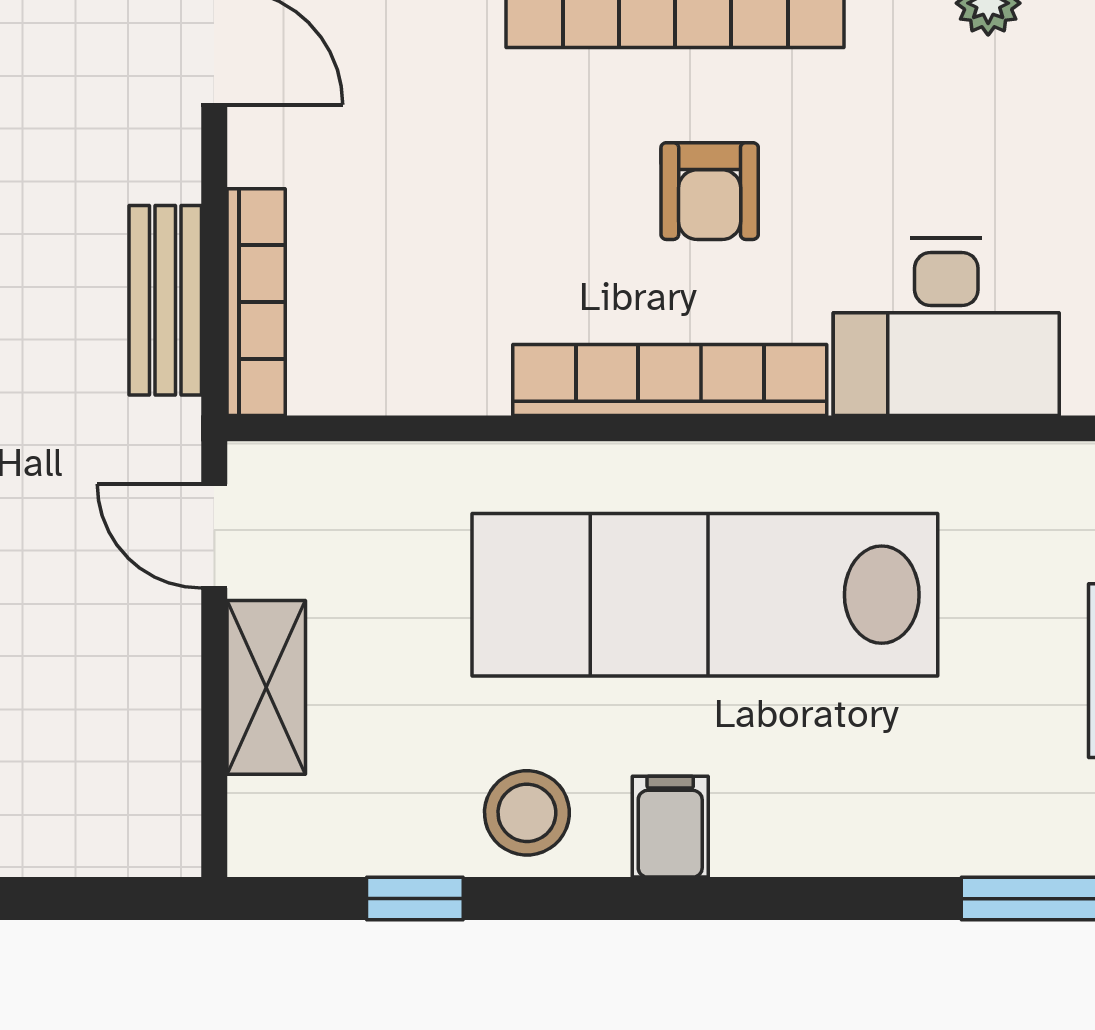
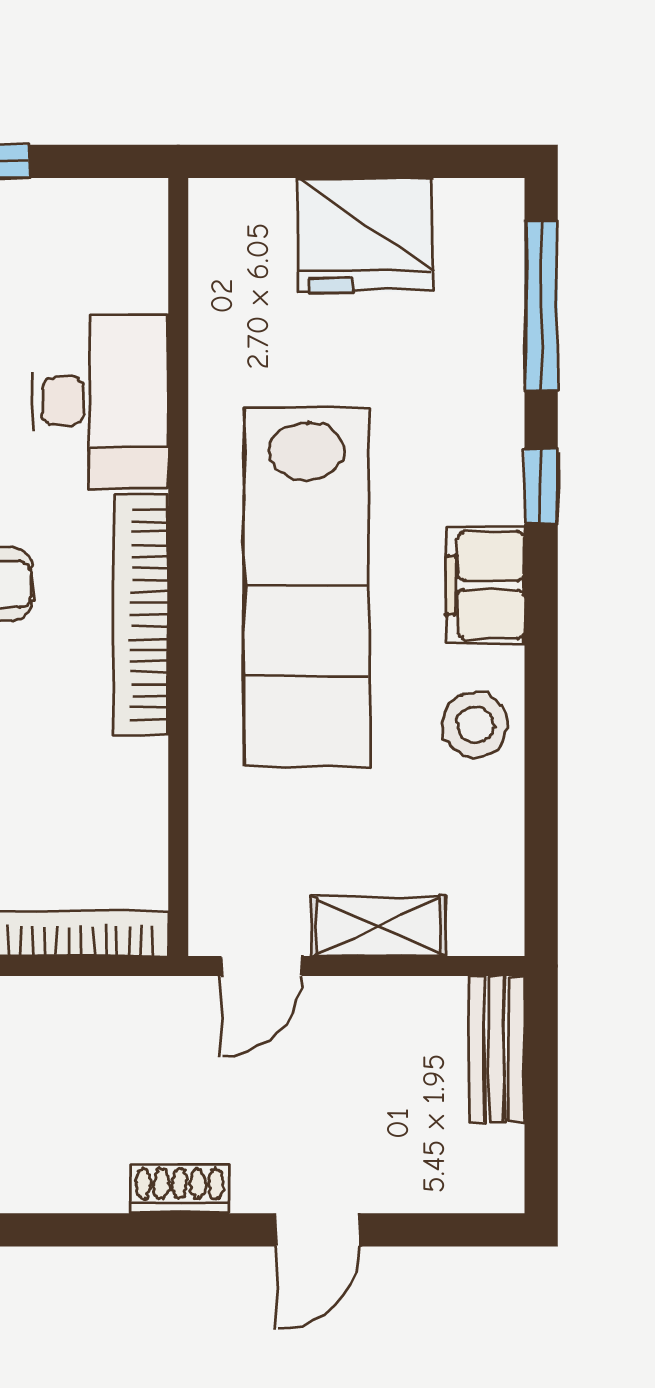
bench: (165, 300) -> (497, 1049), moved, turned 90
filing cabinet: (670, 827) -> (486, 585), width x2.00
window: (415, 899) -> (541, 486), moved

